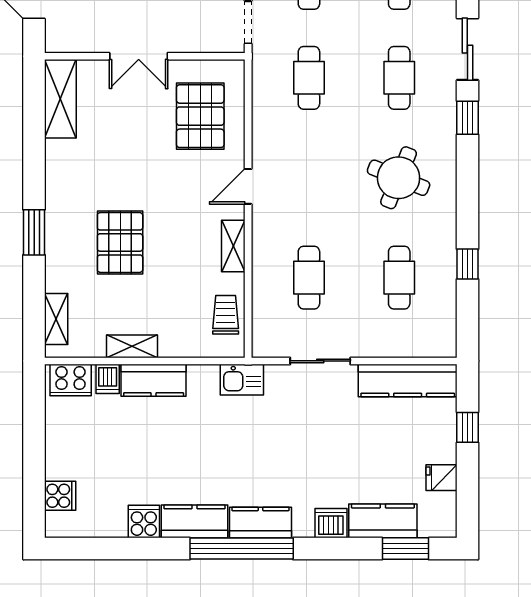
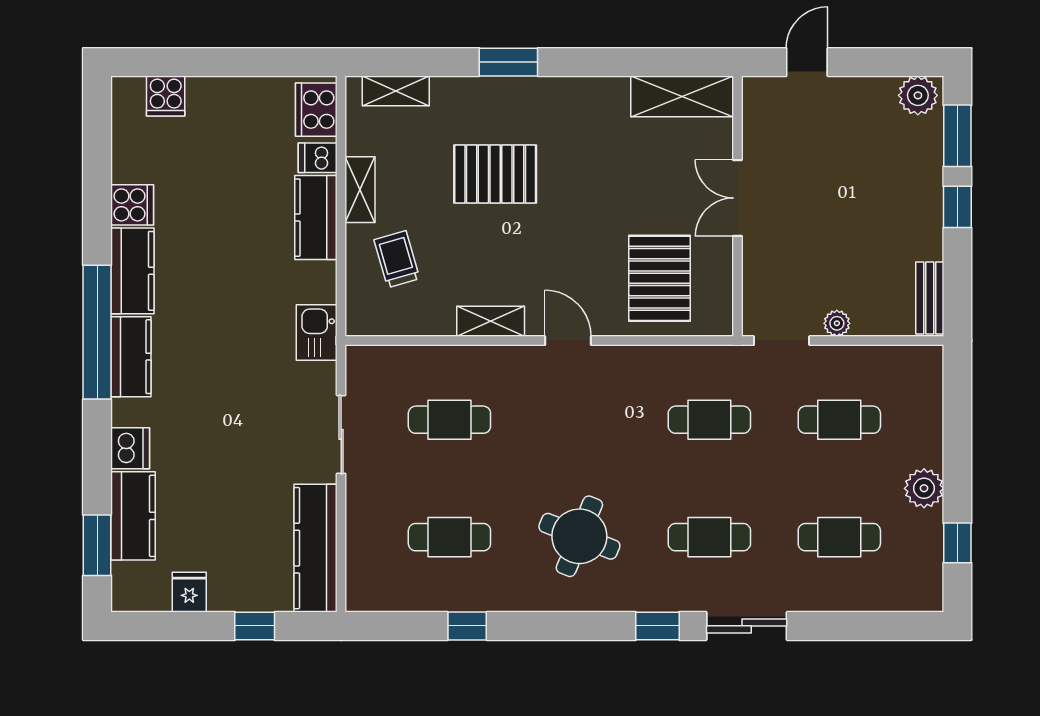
pallet: (200, 116) -> (660, 278), turned 90
trolley: (226, 315) -> (397, 259), moved, turned -106

